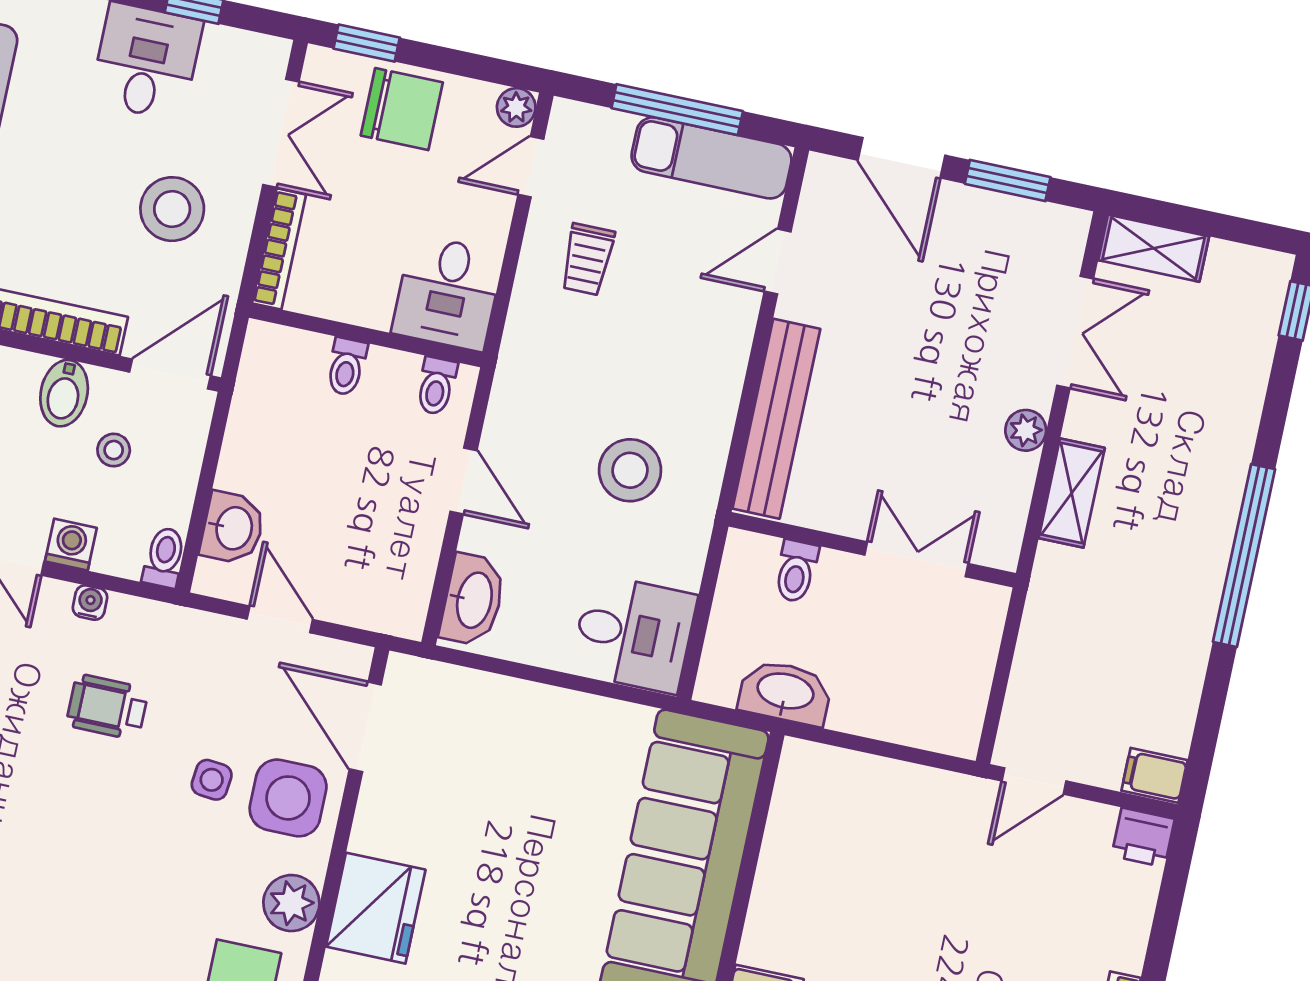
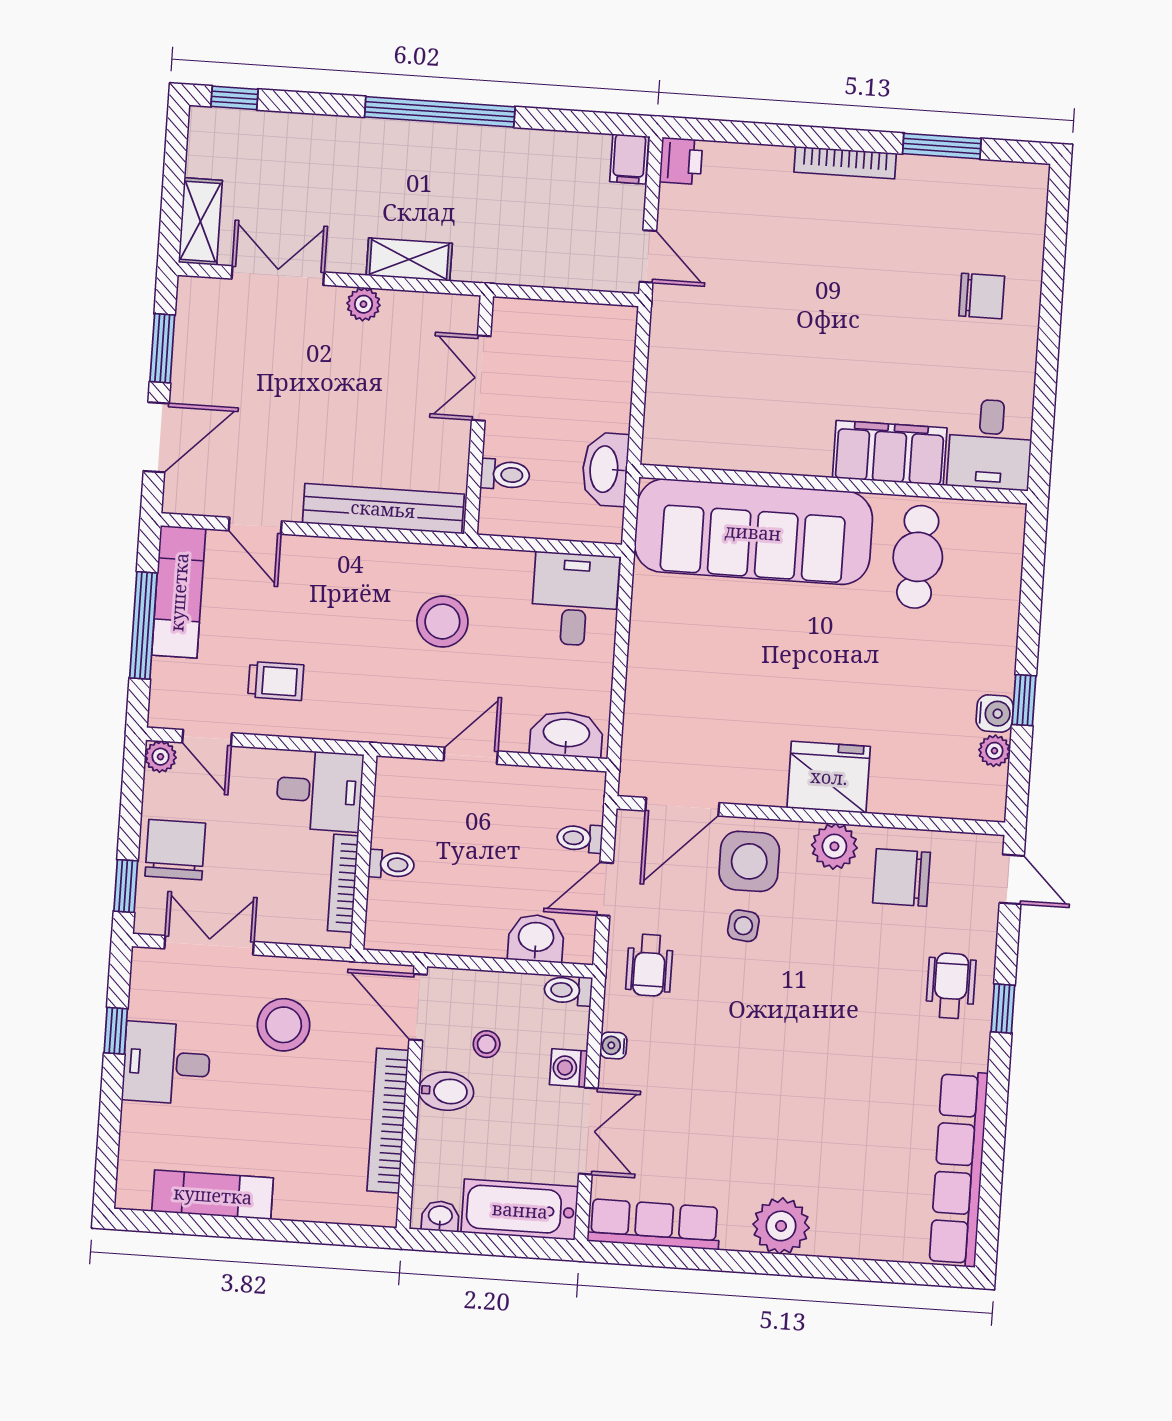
bookcase: (279, 249) -> (343, 883), moved, turned -90
toilet: (436, 386) -> (580, 838), moved, turned 180
wheelchair: (107, 707) -> (649, 965), moved

